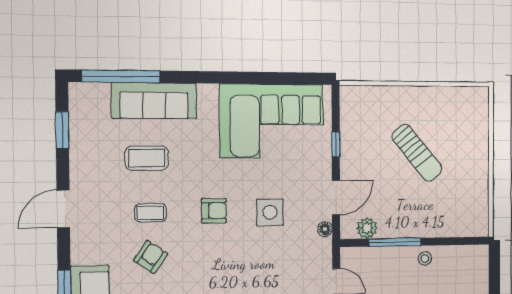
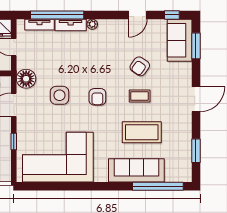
coffee table: (147, 158) -> (142, 132), width x1.36, depth x1.32
armchair: (214, 211) -> (97, 97), turned -90
floor lamp: (325, 229) -> (26, 79), width x1.89, depth x1.89

